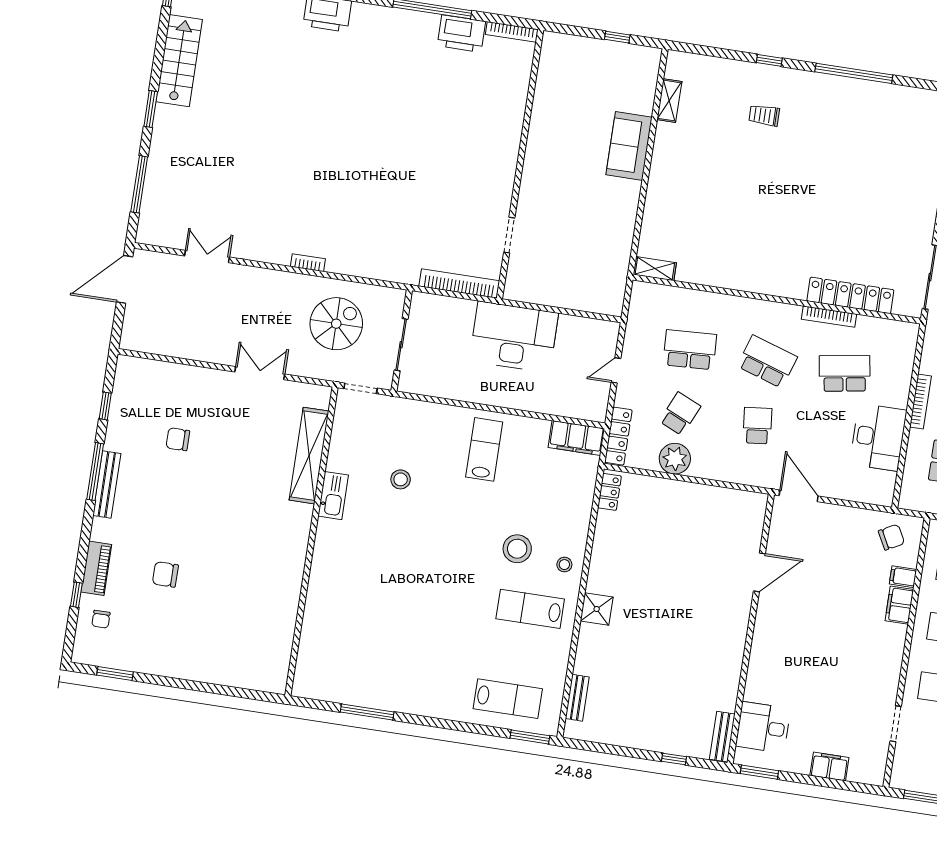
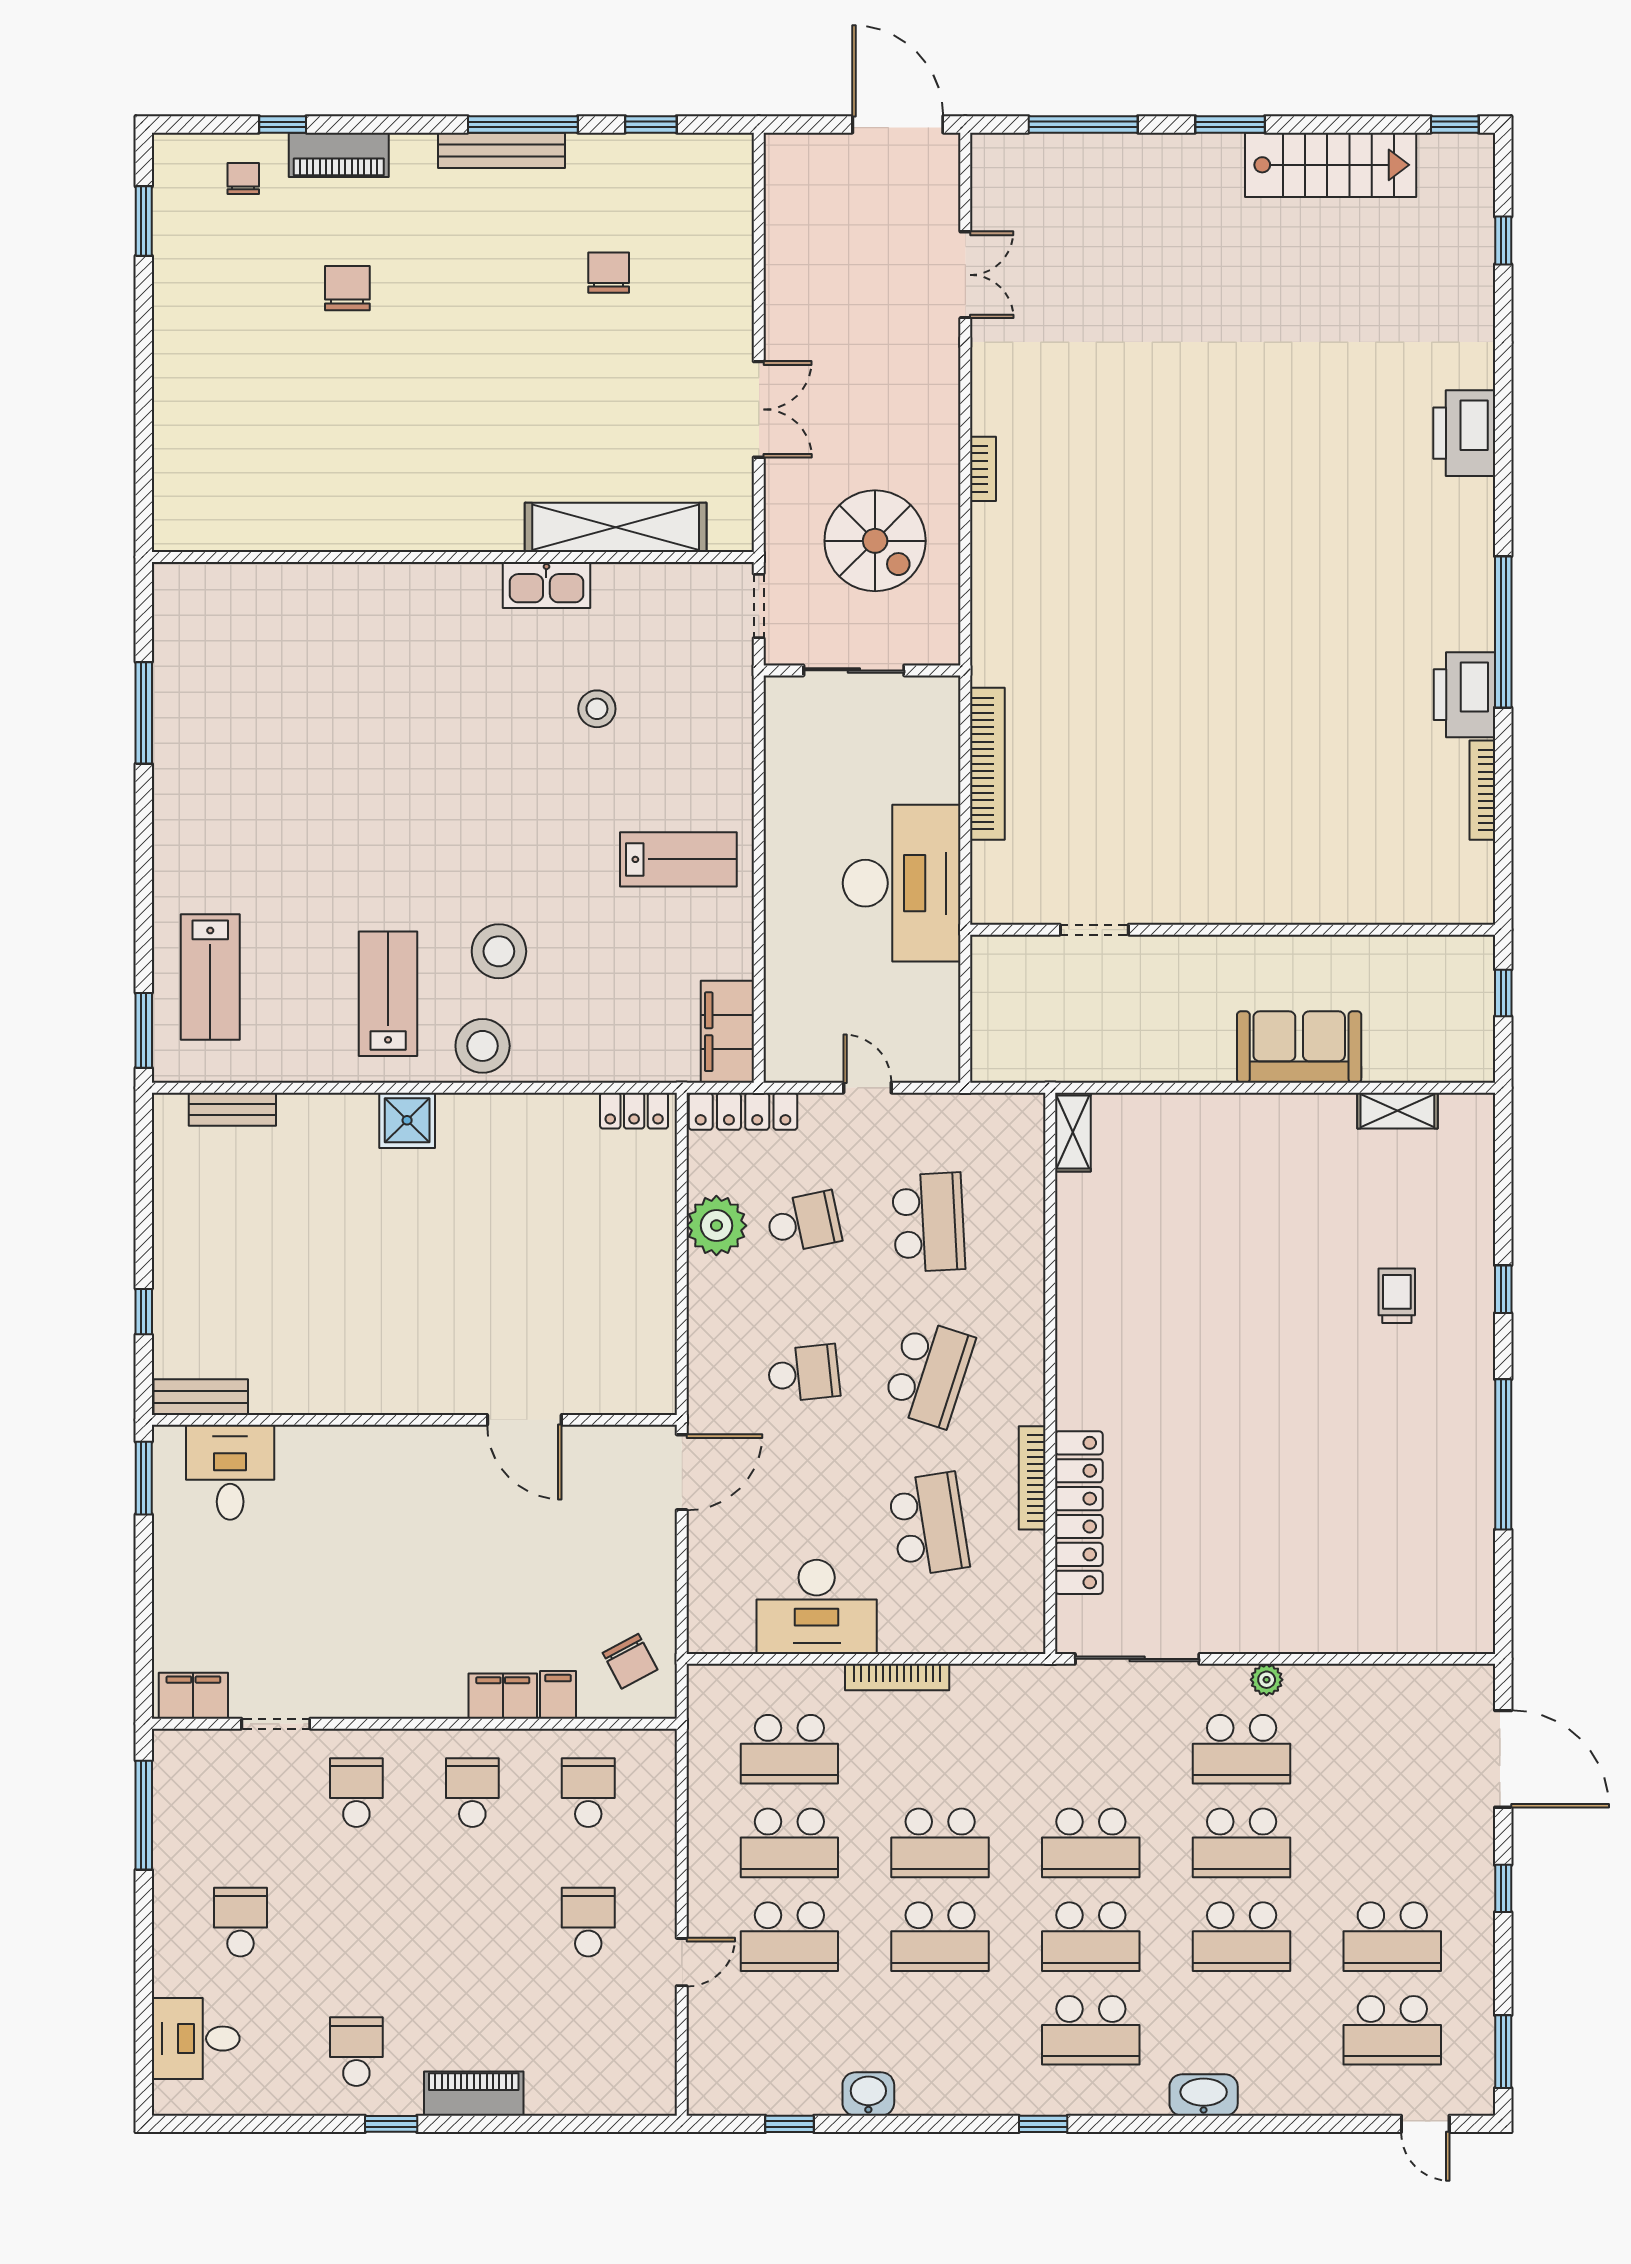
wall: (520, 164) -> (1233, 930), moved
doorway: (509, 235) -> (1094, 930), moved
school desk: (680, 414) -> (804, 1222), turned -36
stool: (564, 565) -> (483, 1046), width x1.89, depth x1.89
chair: (101, 619) -> (243, 178), turned 90
filing cabinet: (829, 766) -> (193, 1696), moved, turned -90

